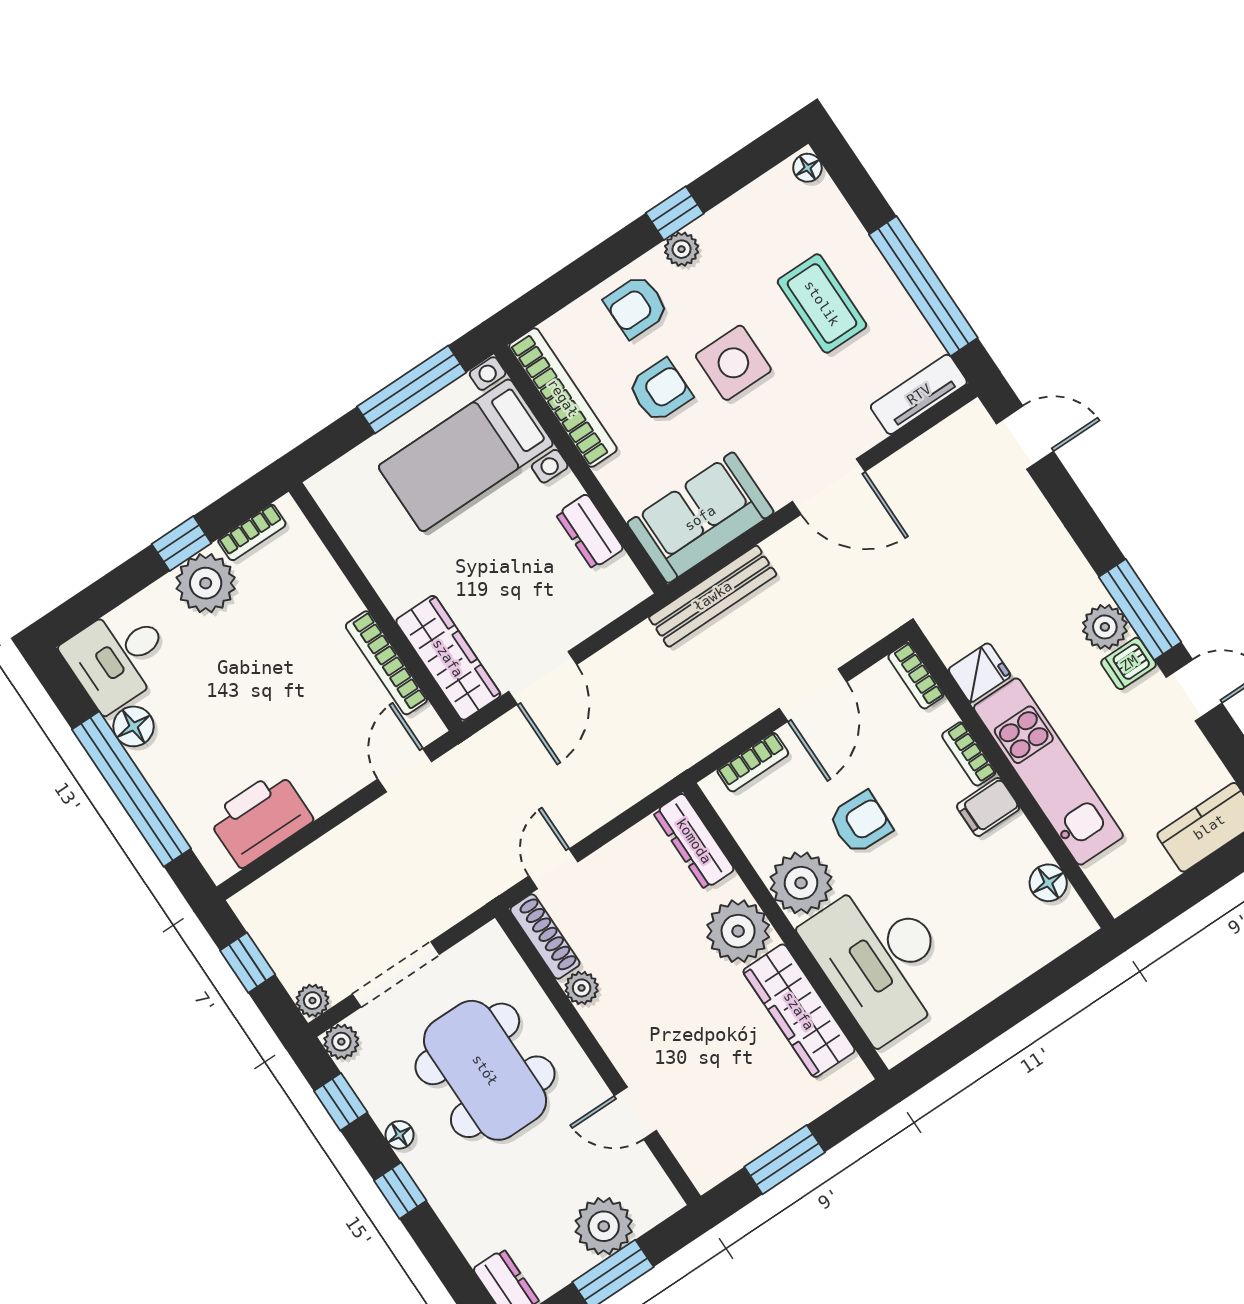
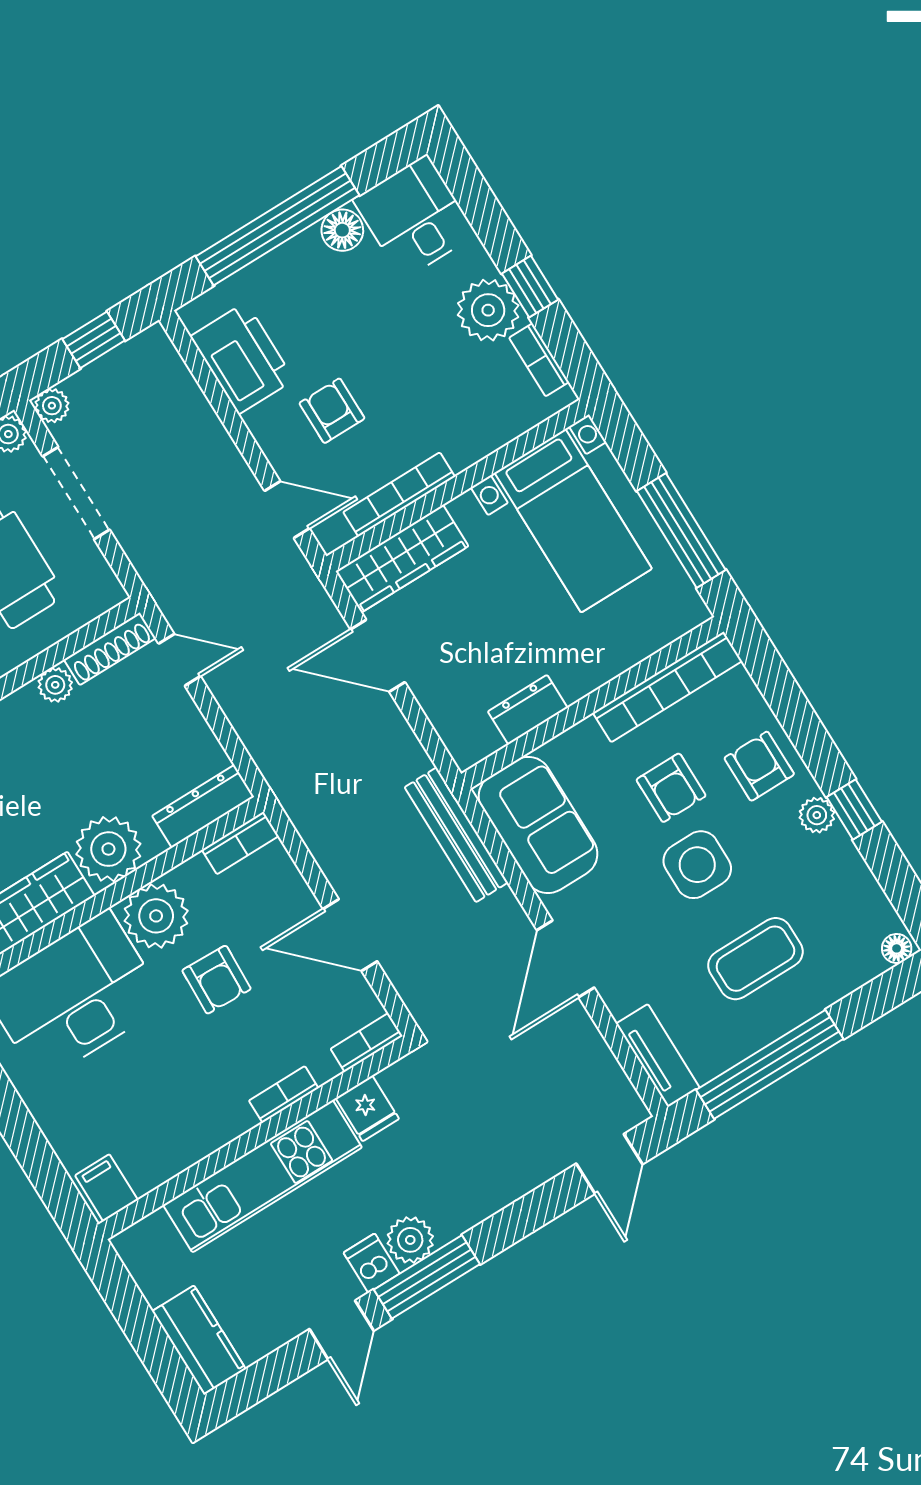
bed with nightstands: (466, 455) -> (573, 521), moved, turned 180
armchair: (308, 730) -> (332, 411), added
bookcase: (753, 762) -> (240, 843), moved, turned -90
filing cabinet: (988, 807) -> (106, 1188), moved
floor lamp: (1048, 883) -> (147, 1172), removed

